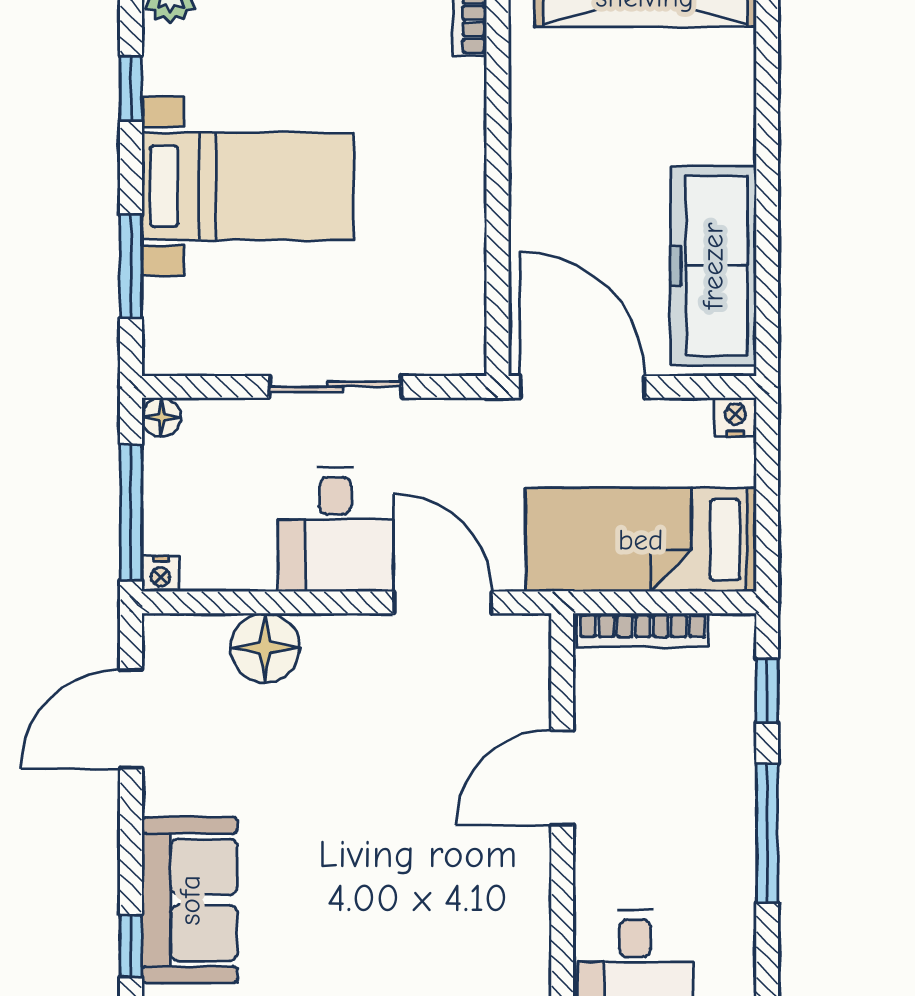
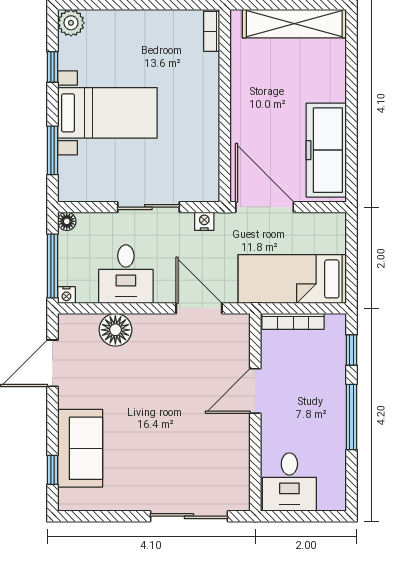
nightstand: (736, 417) -> (204, 221), moved
desk: (335, 529) -> (126, 274), moved

